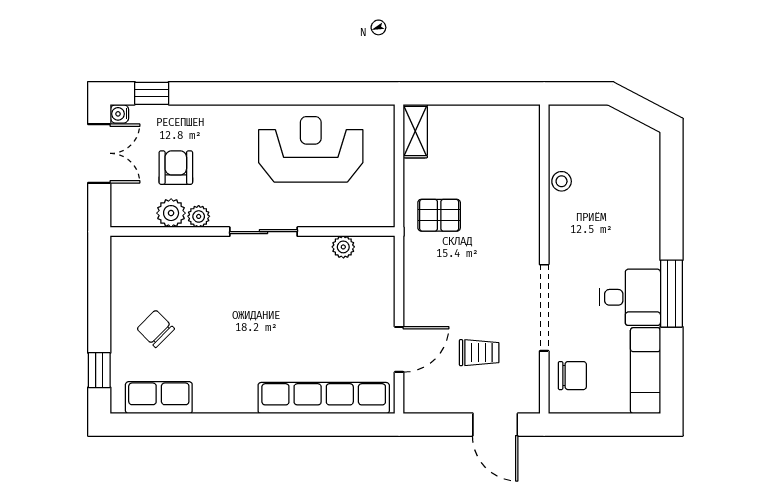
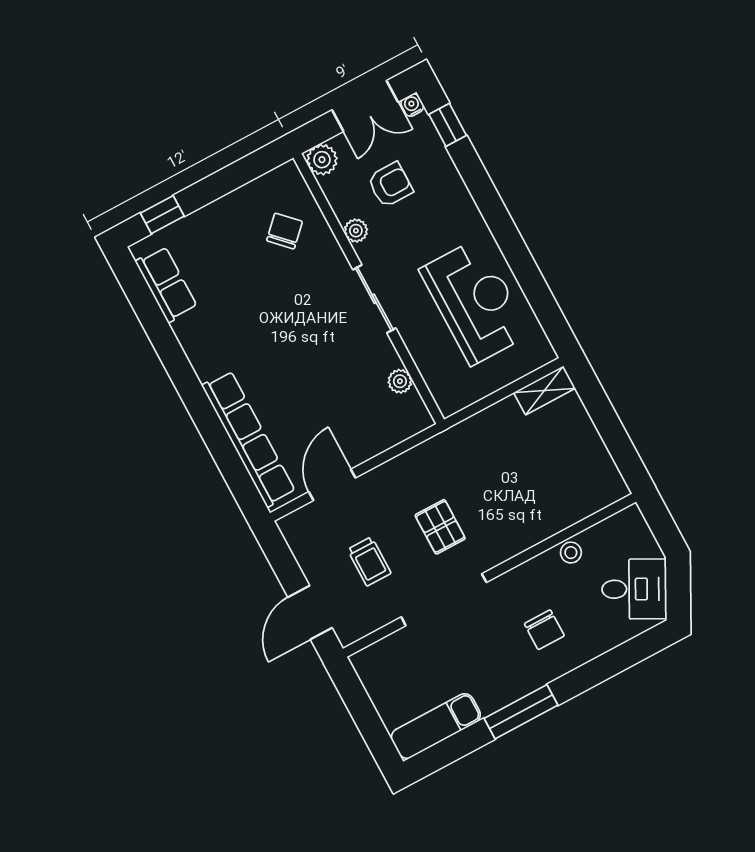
plant: (171, 213) -> (322, 160), moved
pallet: (439, 215) -> (440, 527), moved
desk: (630, 297) -> (634, 589), moved, turned -62
chair: (156, 329) -> (284, 231), moved
door: (399, 349) -> (332, 485), swing flipped
chair: (572, 376) -> (544, 630), moved

